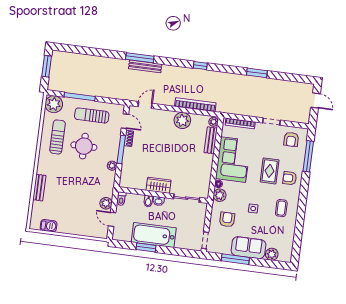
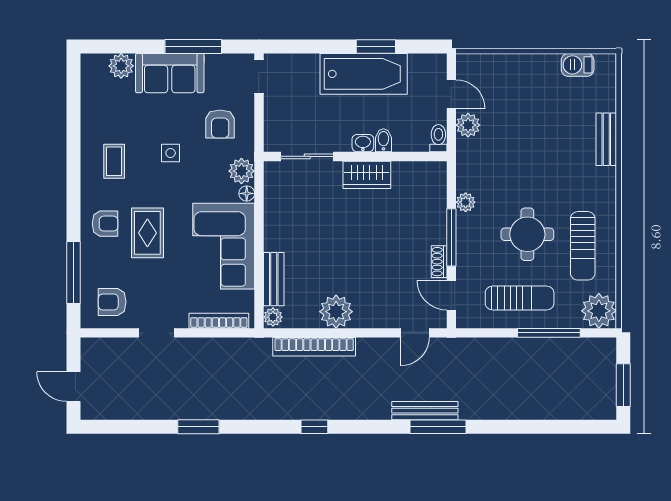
armchair: (291, 139) -> (112, 302), turned -90

